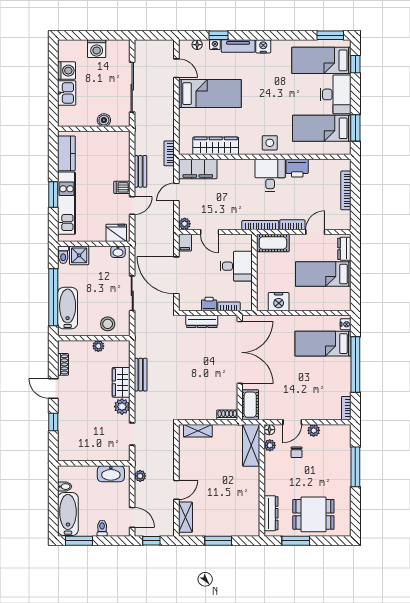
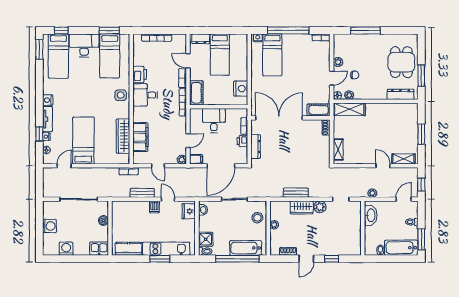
kitchen sink: (67, 93) -> (99, 249), moved
filing cabinet: (198, 169) -> (140, 137), moved
door: (292, 422) -> (332, 78), hinge flipped

